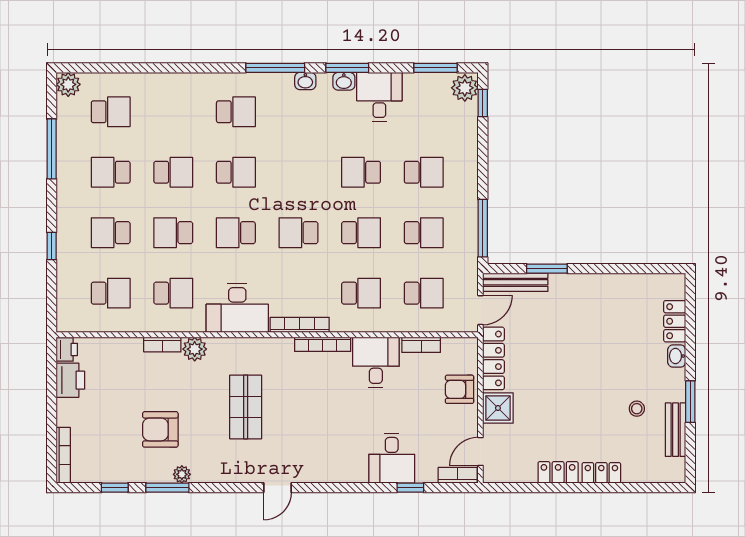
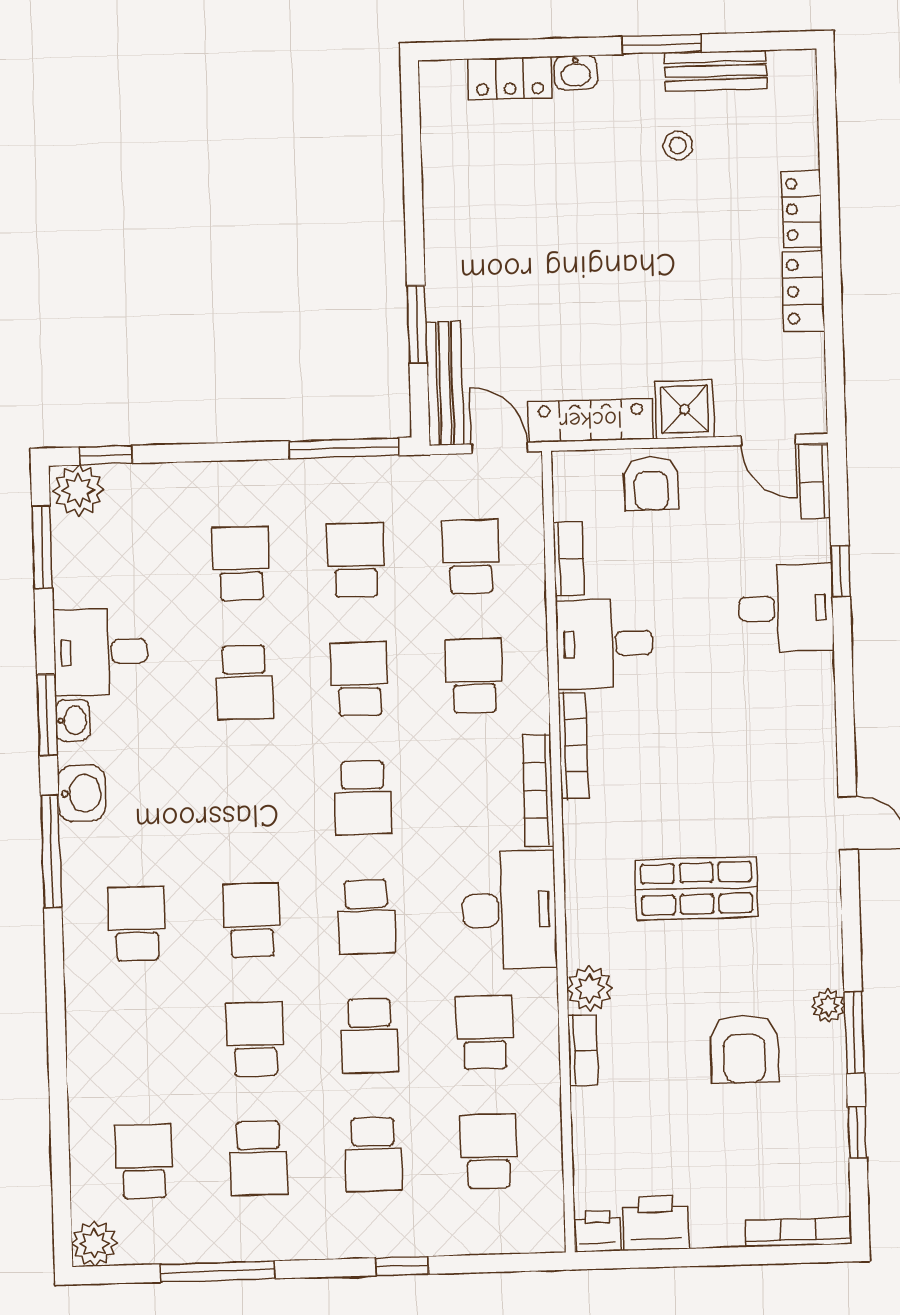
washbasin: (305, 81) -> (82, 793), width x1.38, depth x1.45

